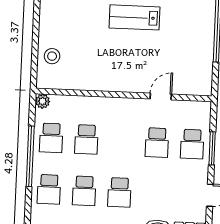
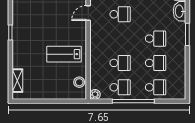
lab bench: (134, 17) -> (64, 54), moved, turned 90
stool: (52, 56) -> (79, 82), moved
door: (161, 97) -> (88, 13), hinge flipped

